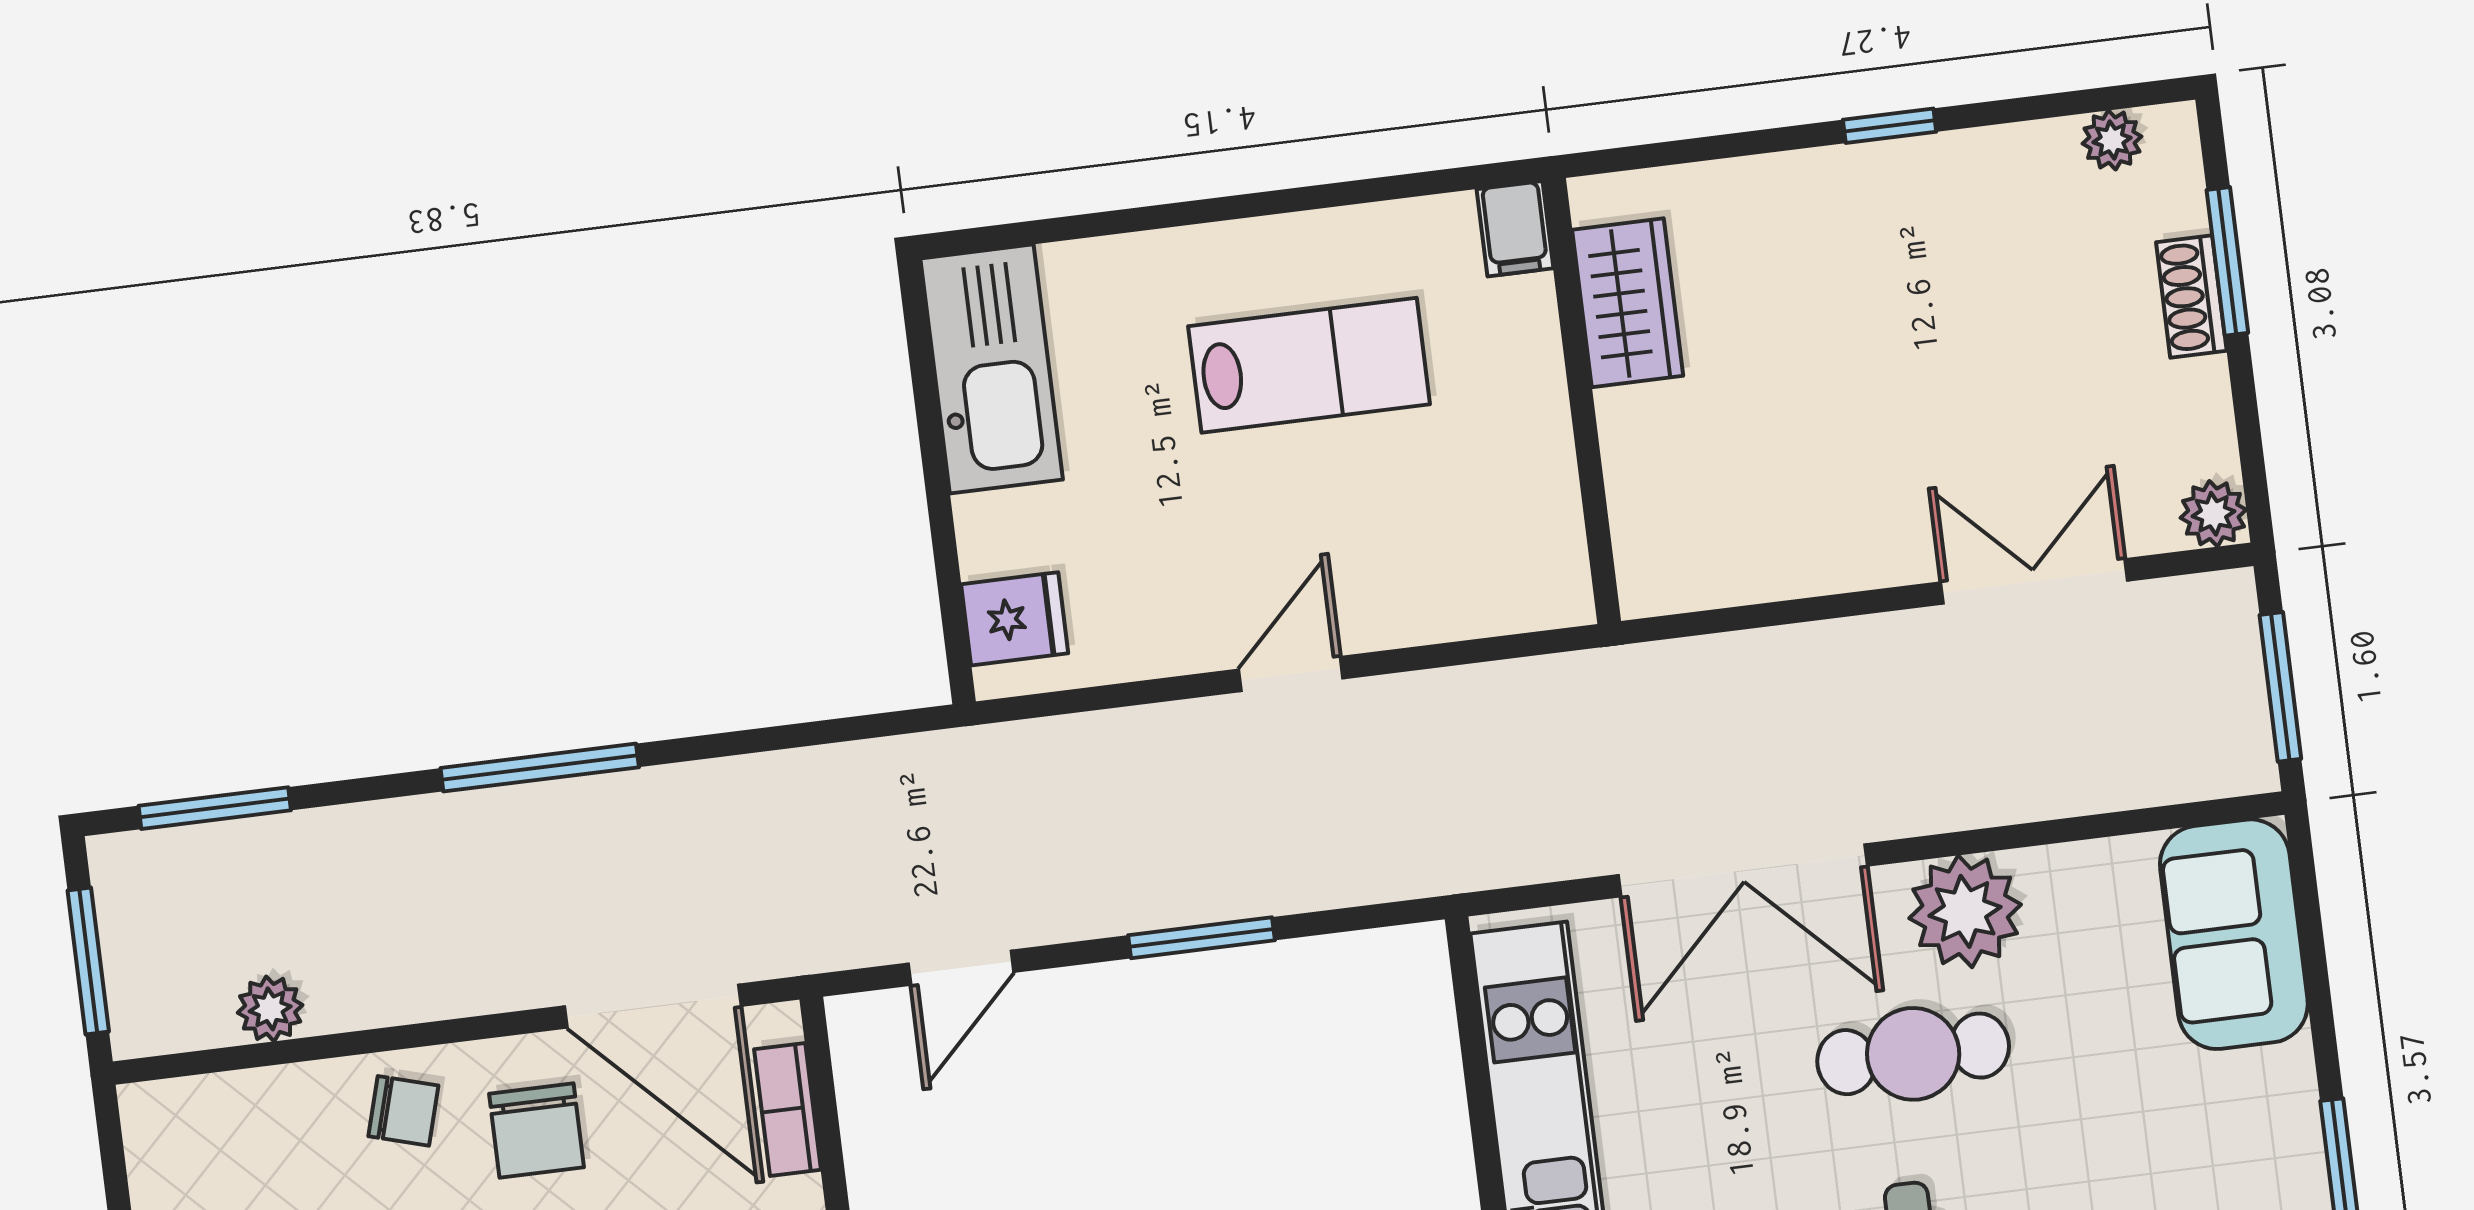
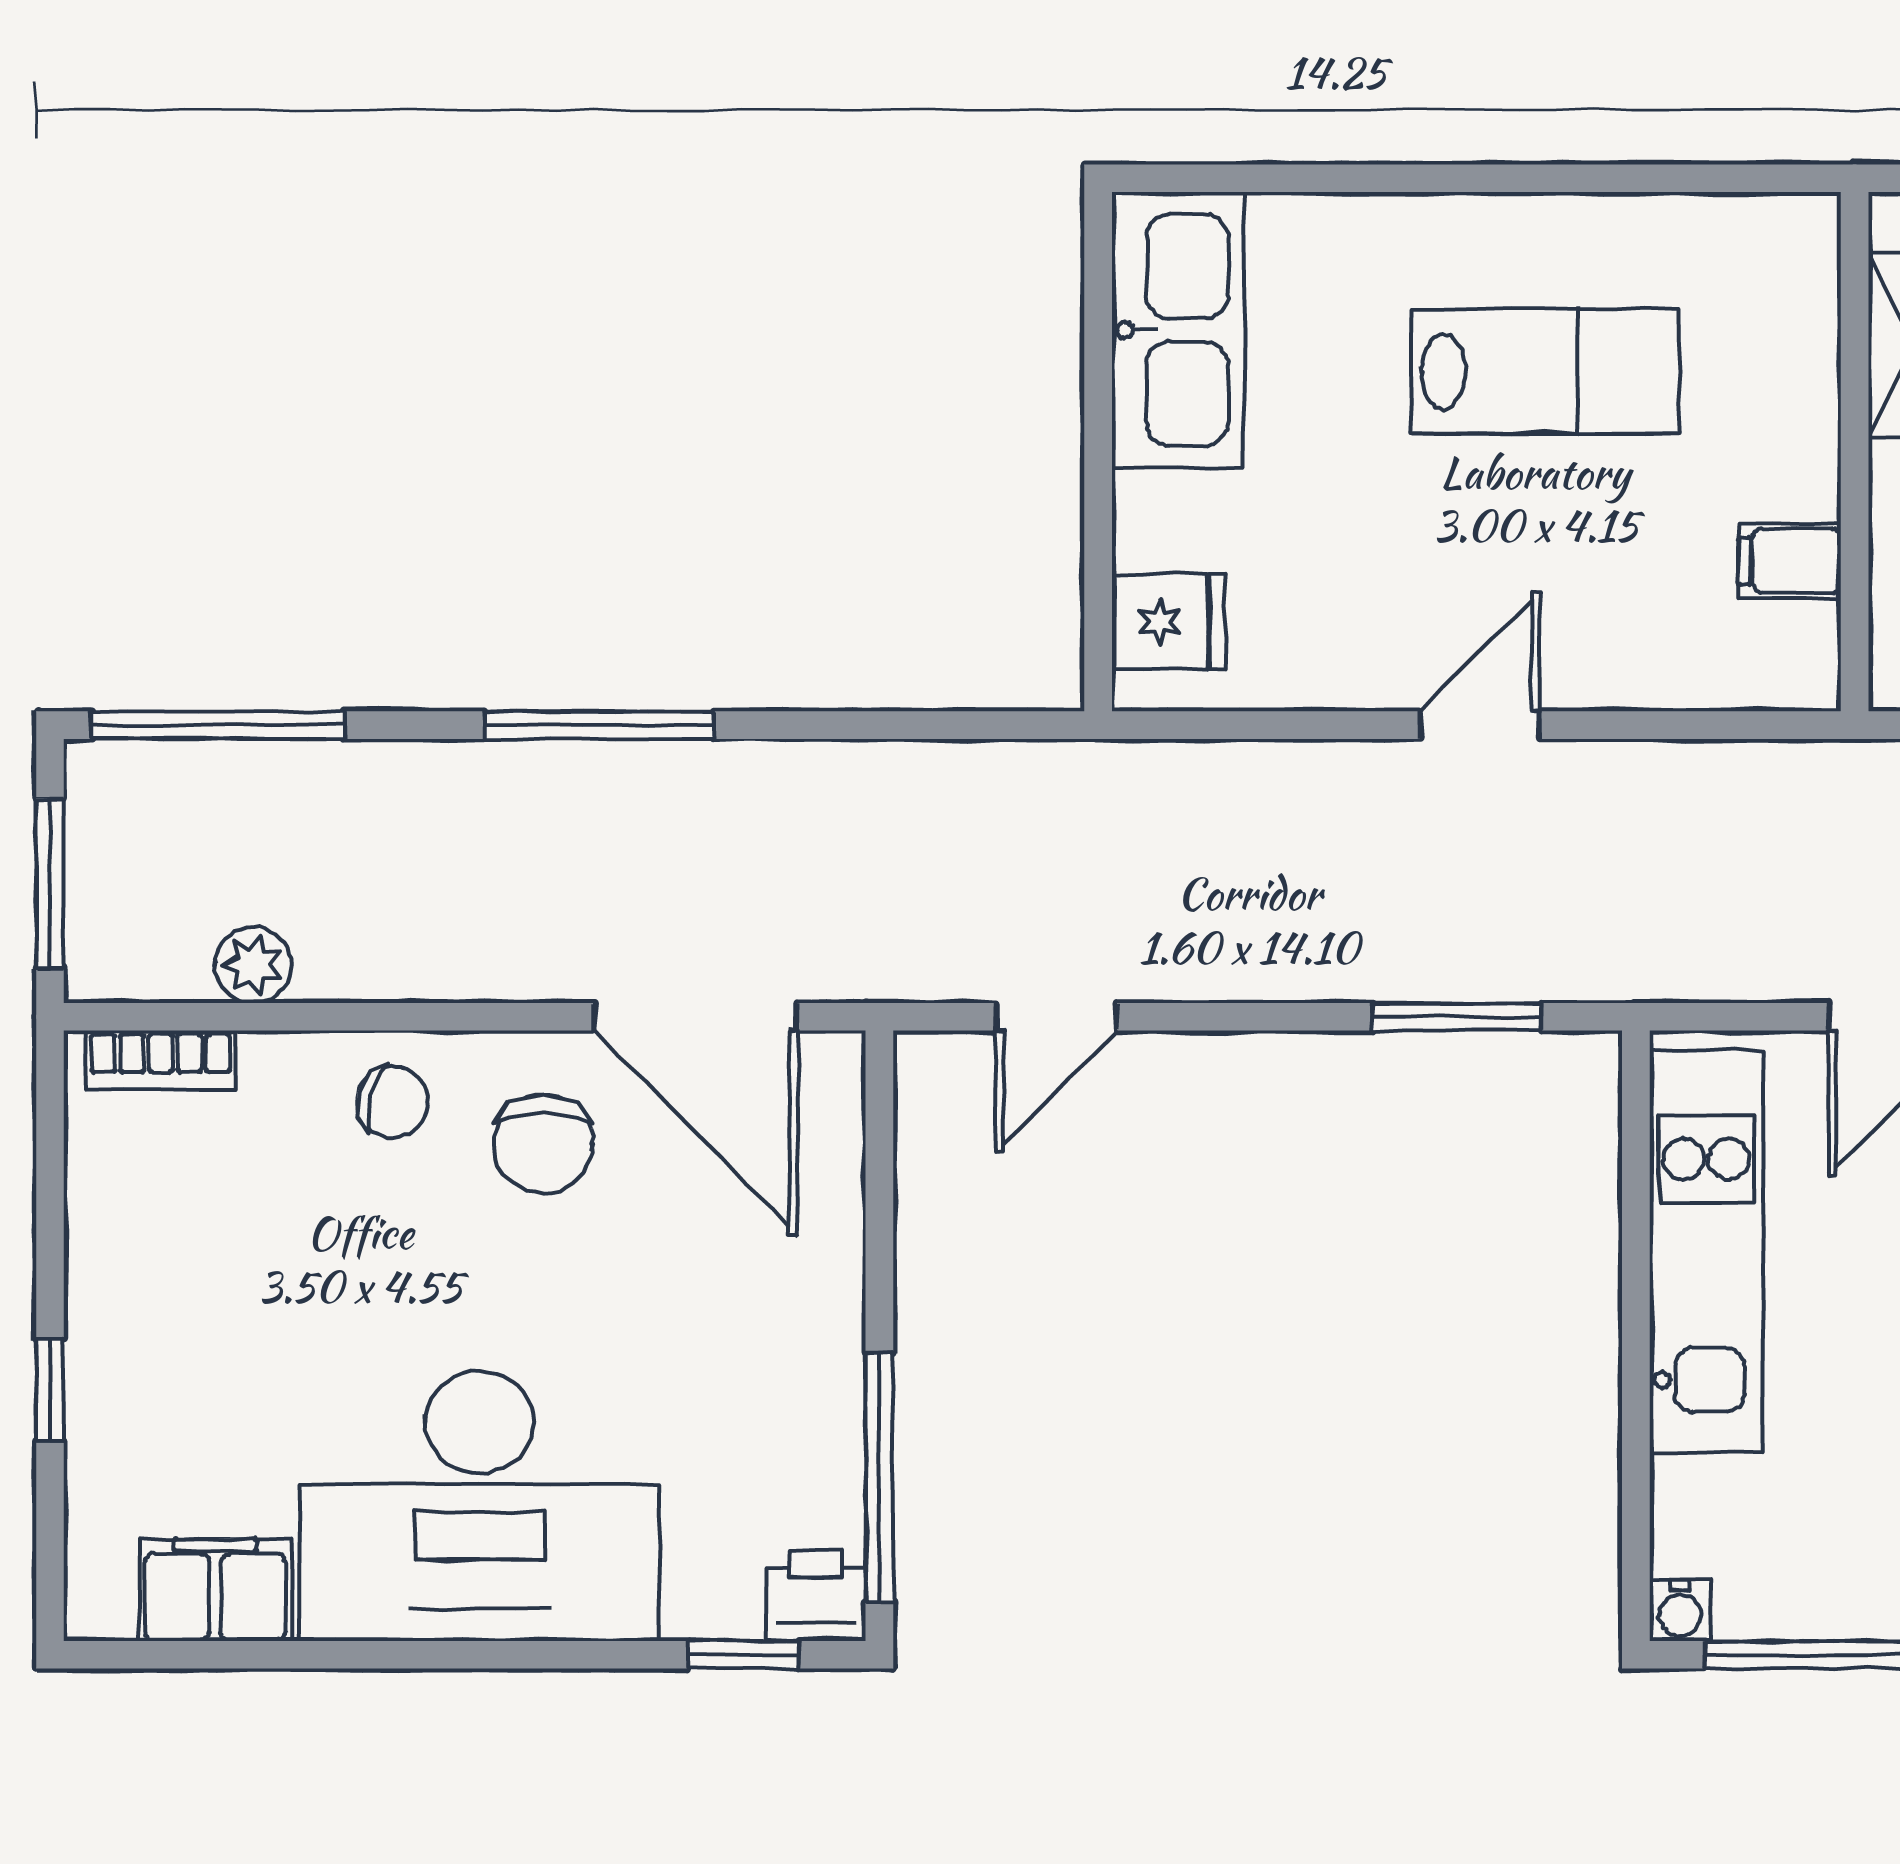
filing cabinet: (1515, 229) -> (1790, 561), moved, turned 90
window: (215, 808) -> (218, 725), width x1.44
window: (1201, 938) -> (1457, 1017), moved
bookcase: (788, 1109) -> (161, 1060), moved, turned -90

